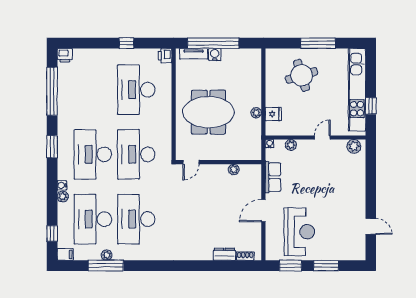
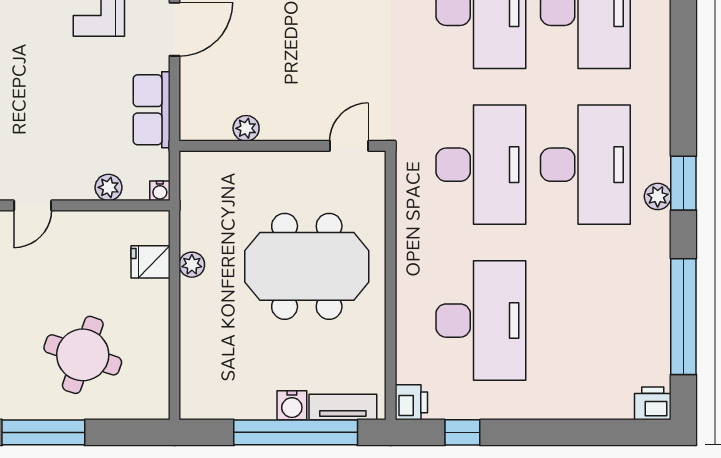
window: (127, 43) -> (462, 432), moved
round table: (302, 75) -> (83, 355), turned 36
water cooler: (62, 185) -> (660, 90), removed
plant: (63, 197) -> (658, 196), moved

